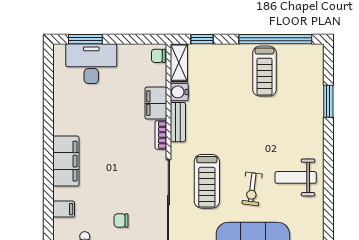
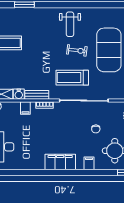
filing cabinet: (156, 103) -> (25, 108), width x0.50
treadmill: (207, 181) -> (72, 78), turned 180

